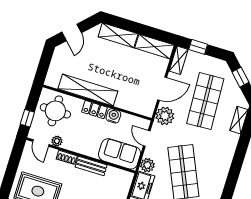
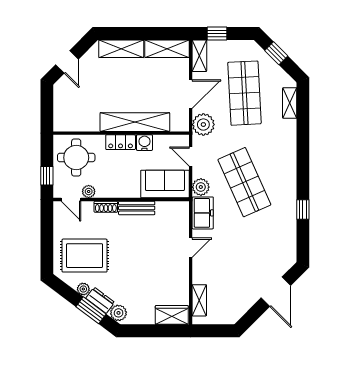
shelving: (88, 90) -> (135, 122), moved

